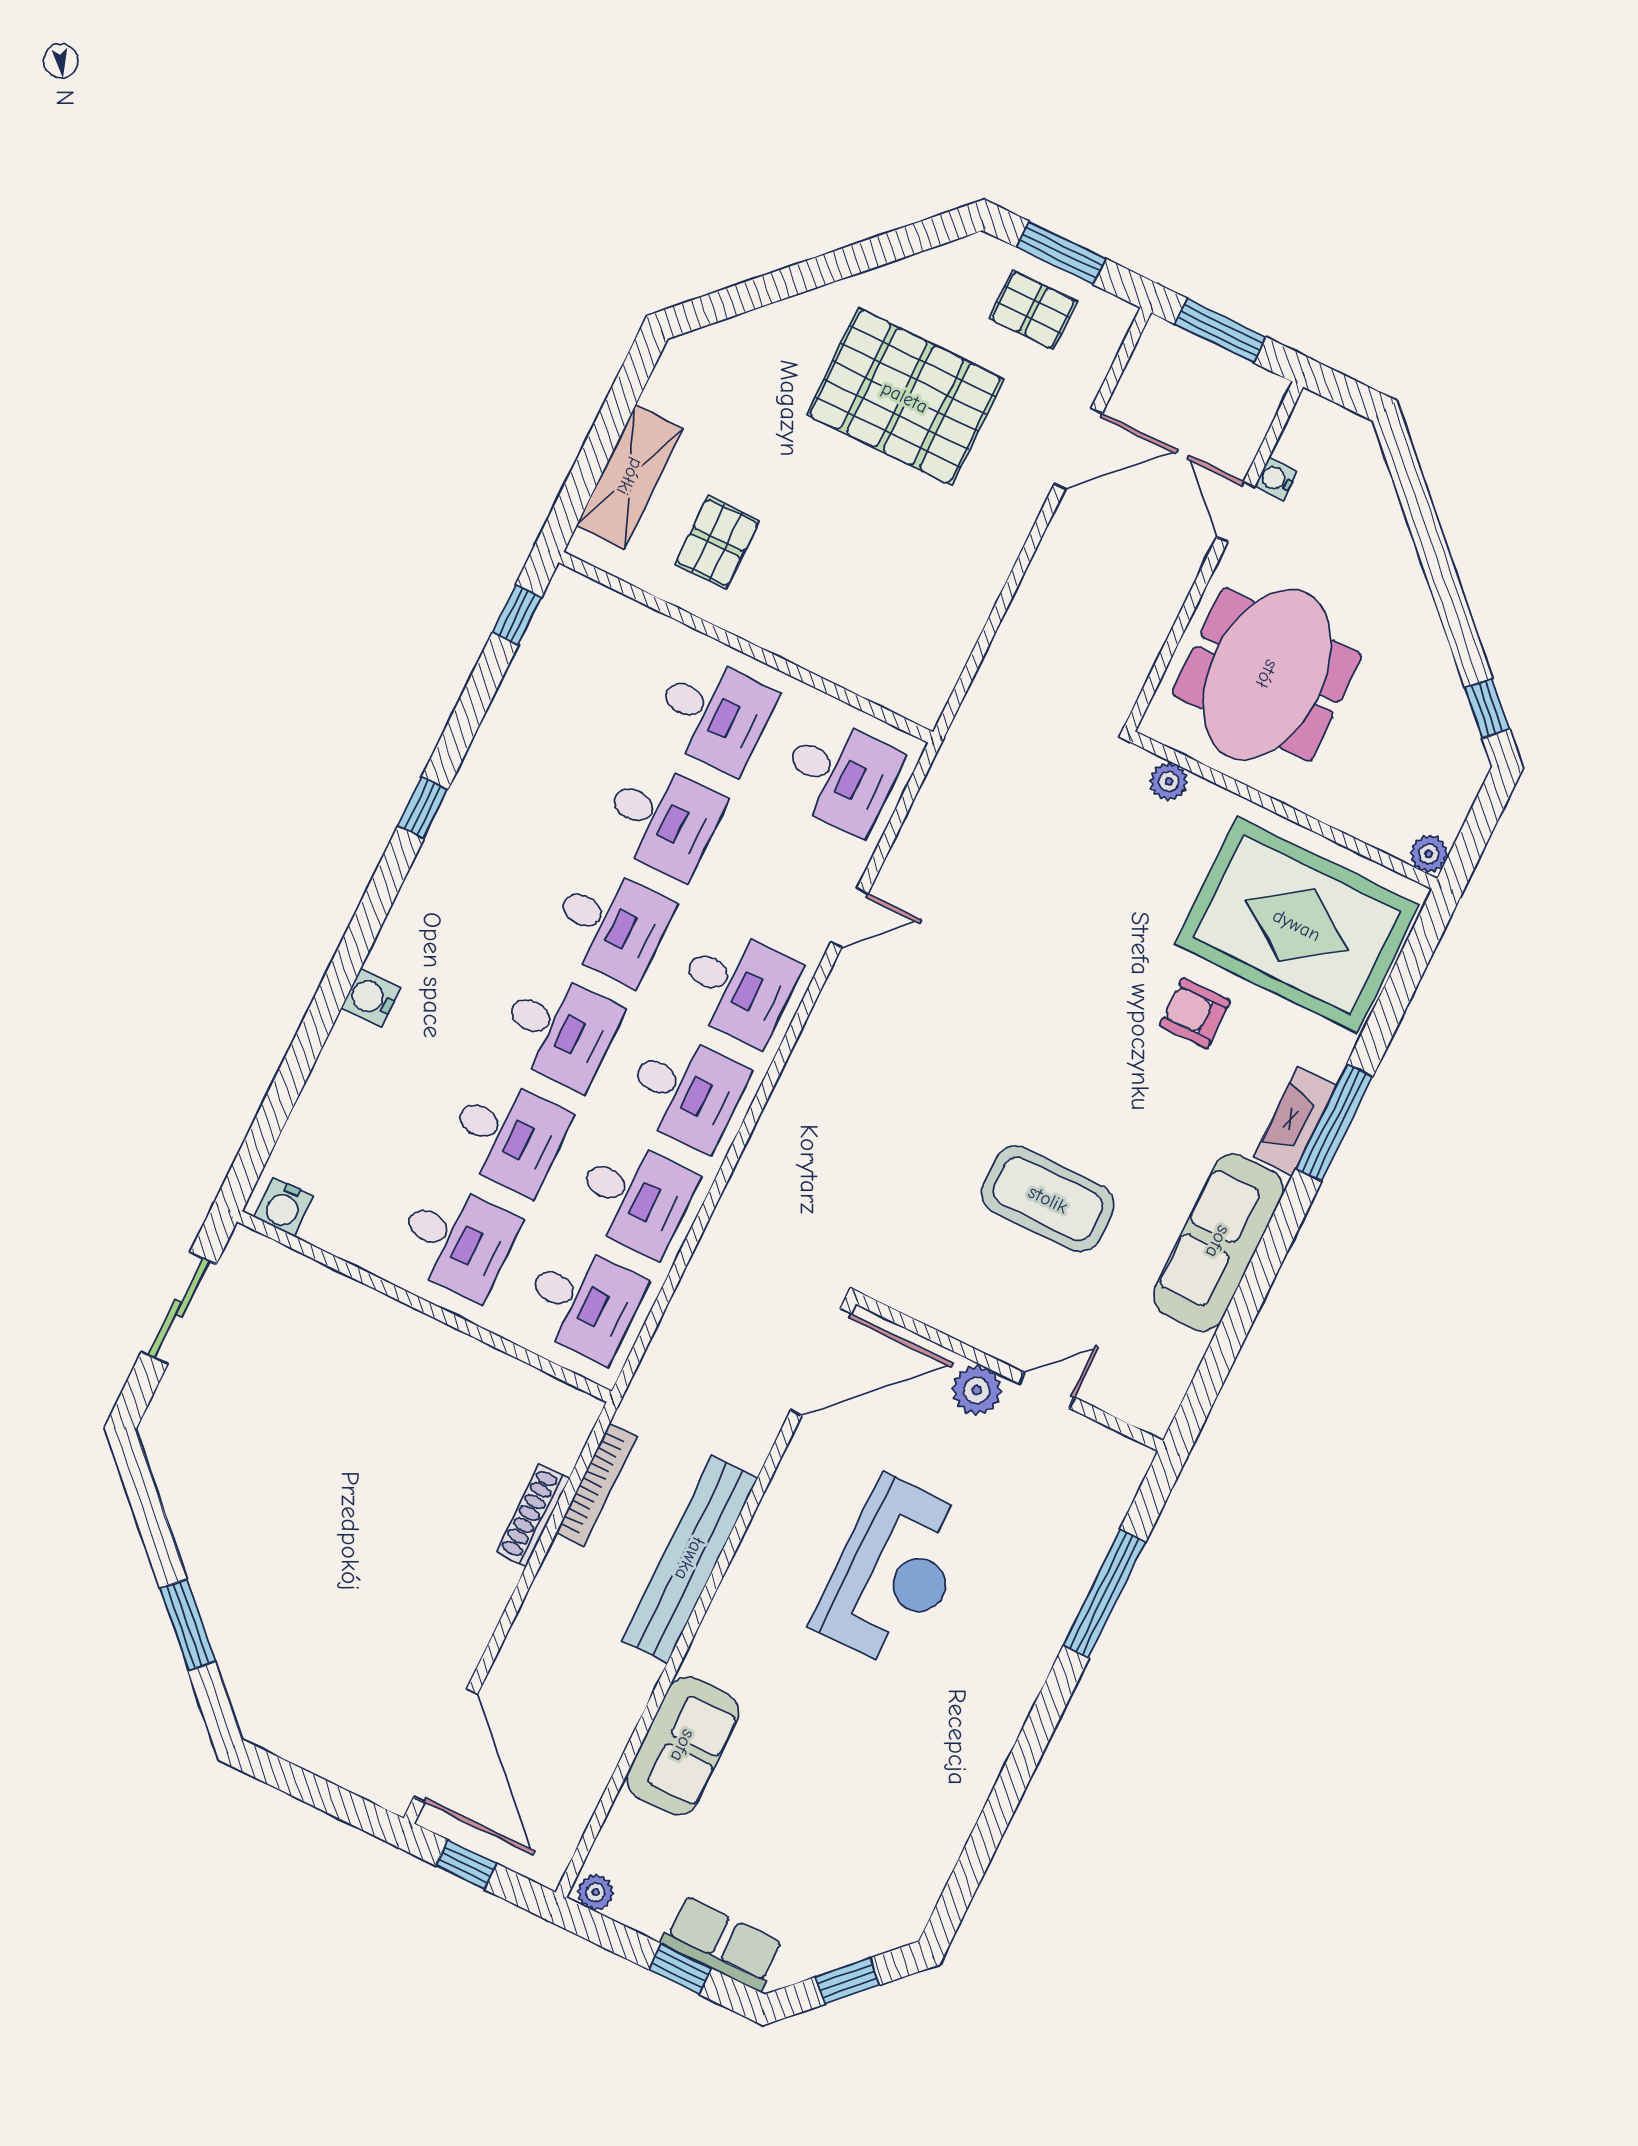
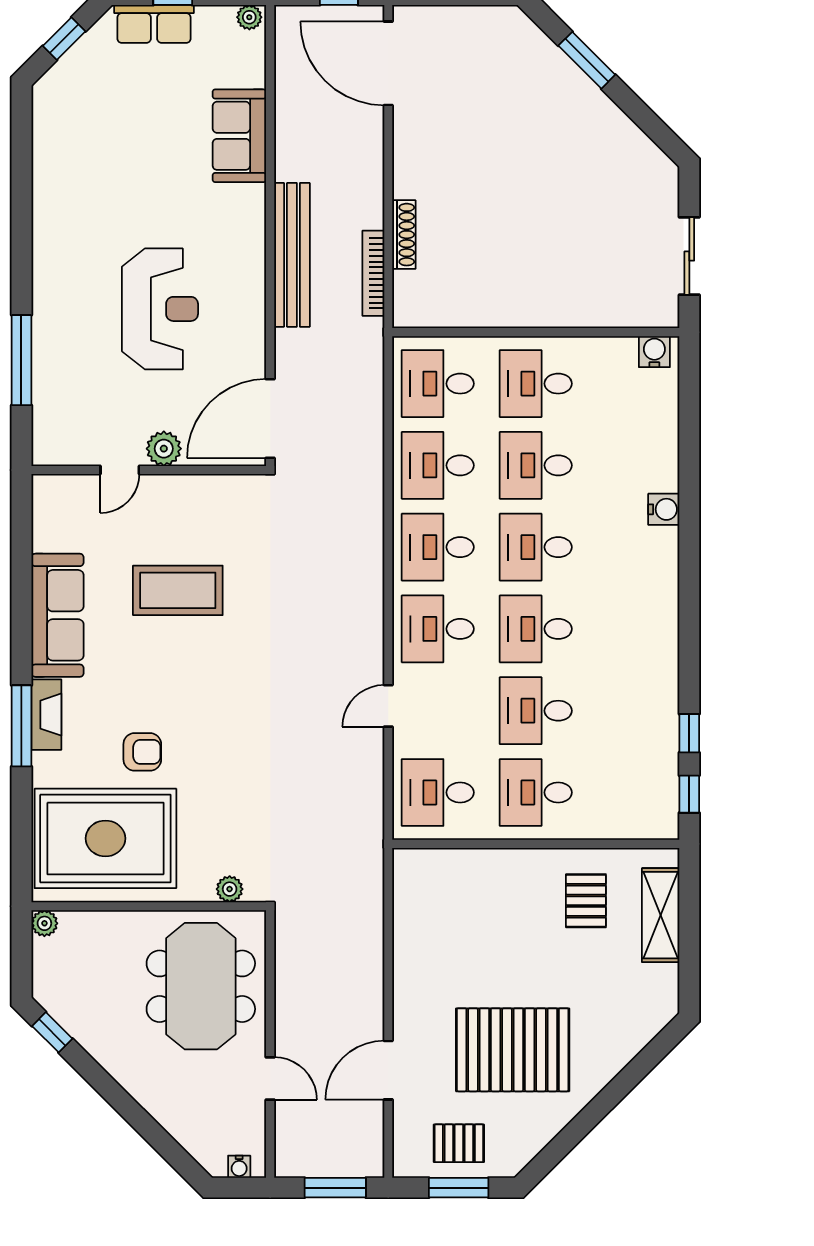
water cooler: (1276, 479) -> (239, 1167), moved, turned 90
window: (423, 808) -> (689, 733), moved
reception desk: (894, 1573) -> (160, 309), turned 180

